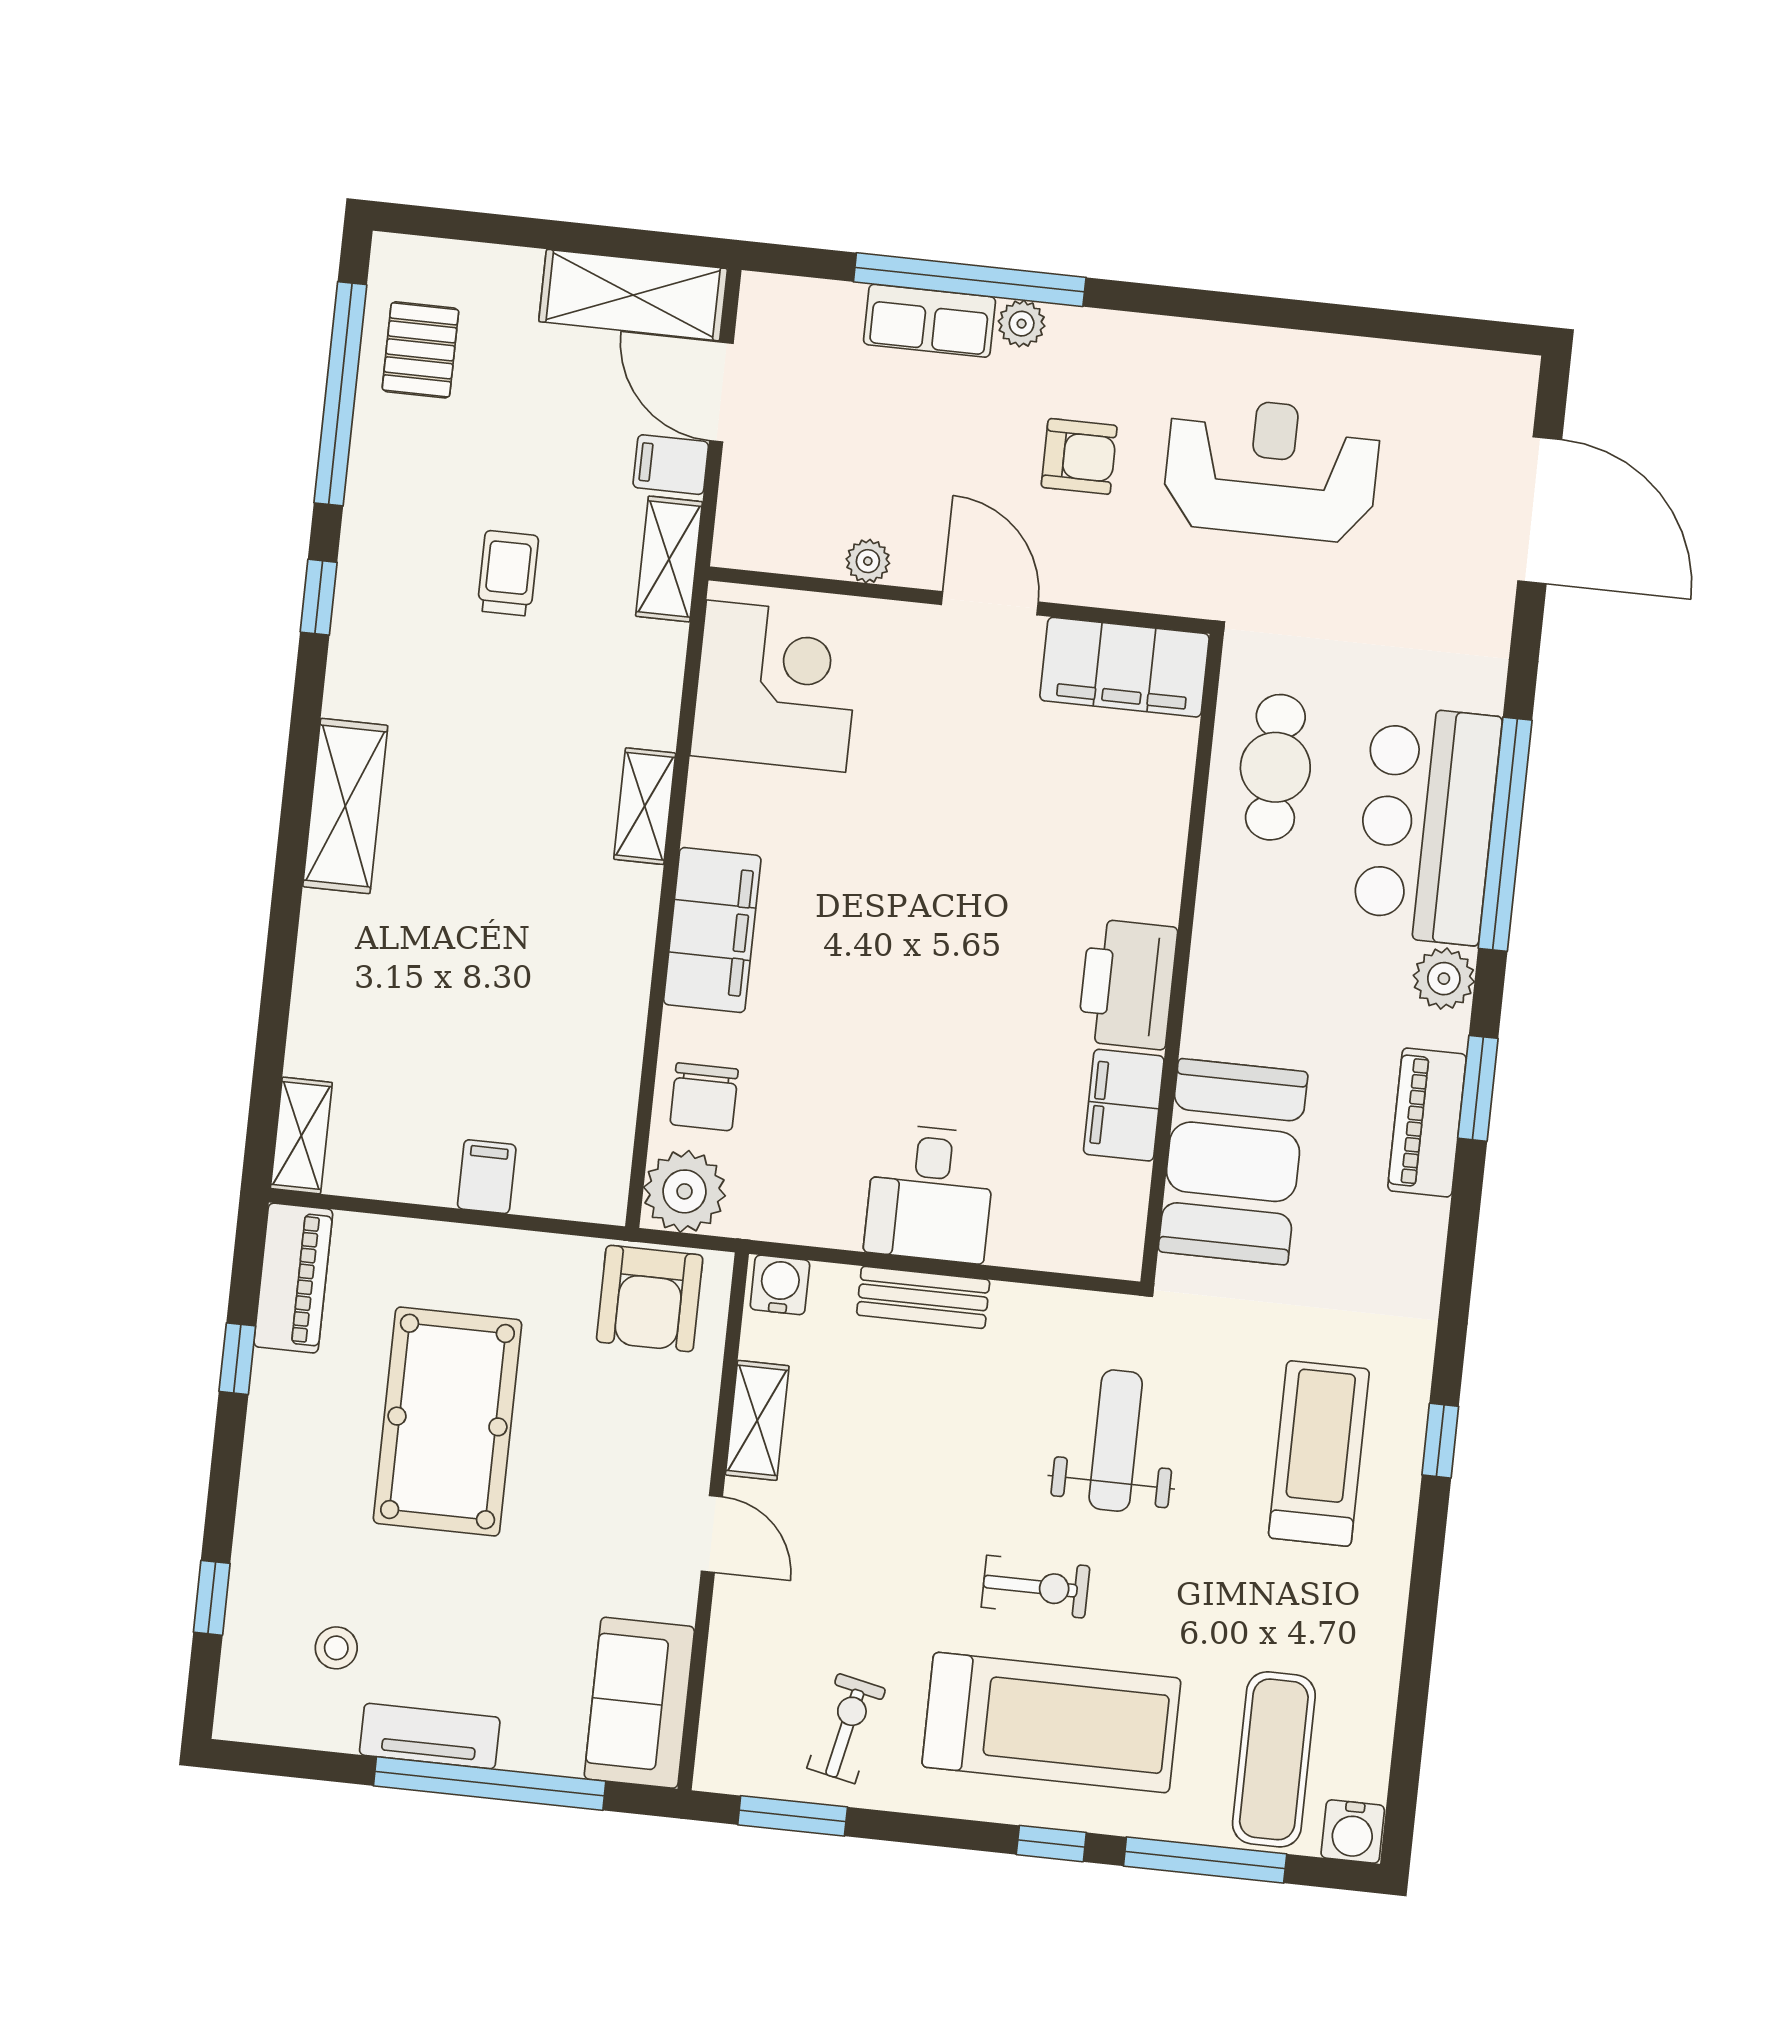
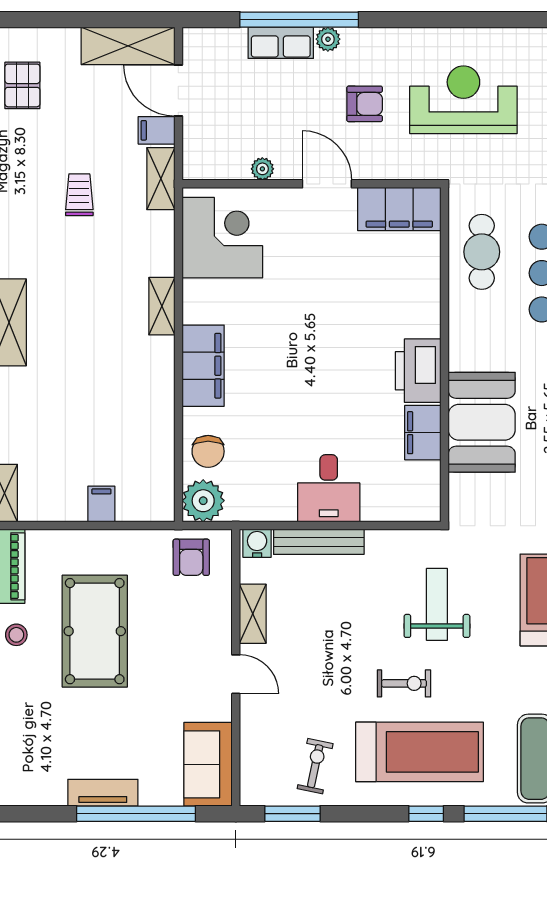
booth: (1233, 1162) -> (482, 422), moved
bench: (923, 1297) -> (319, 542), width x1.36
armchair: (650, 1298) -> (191, 557), width x0.72, depth x0.72
stool: (336, 1648) -> (16, 635), moved

